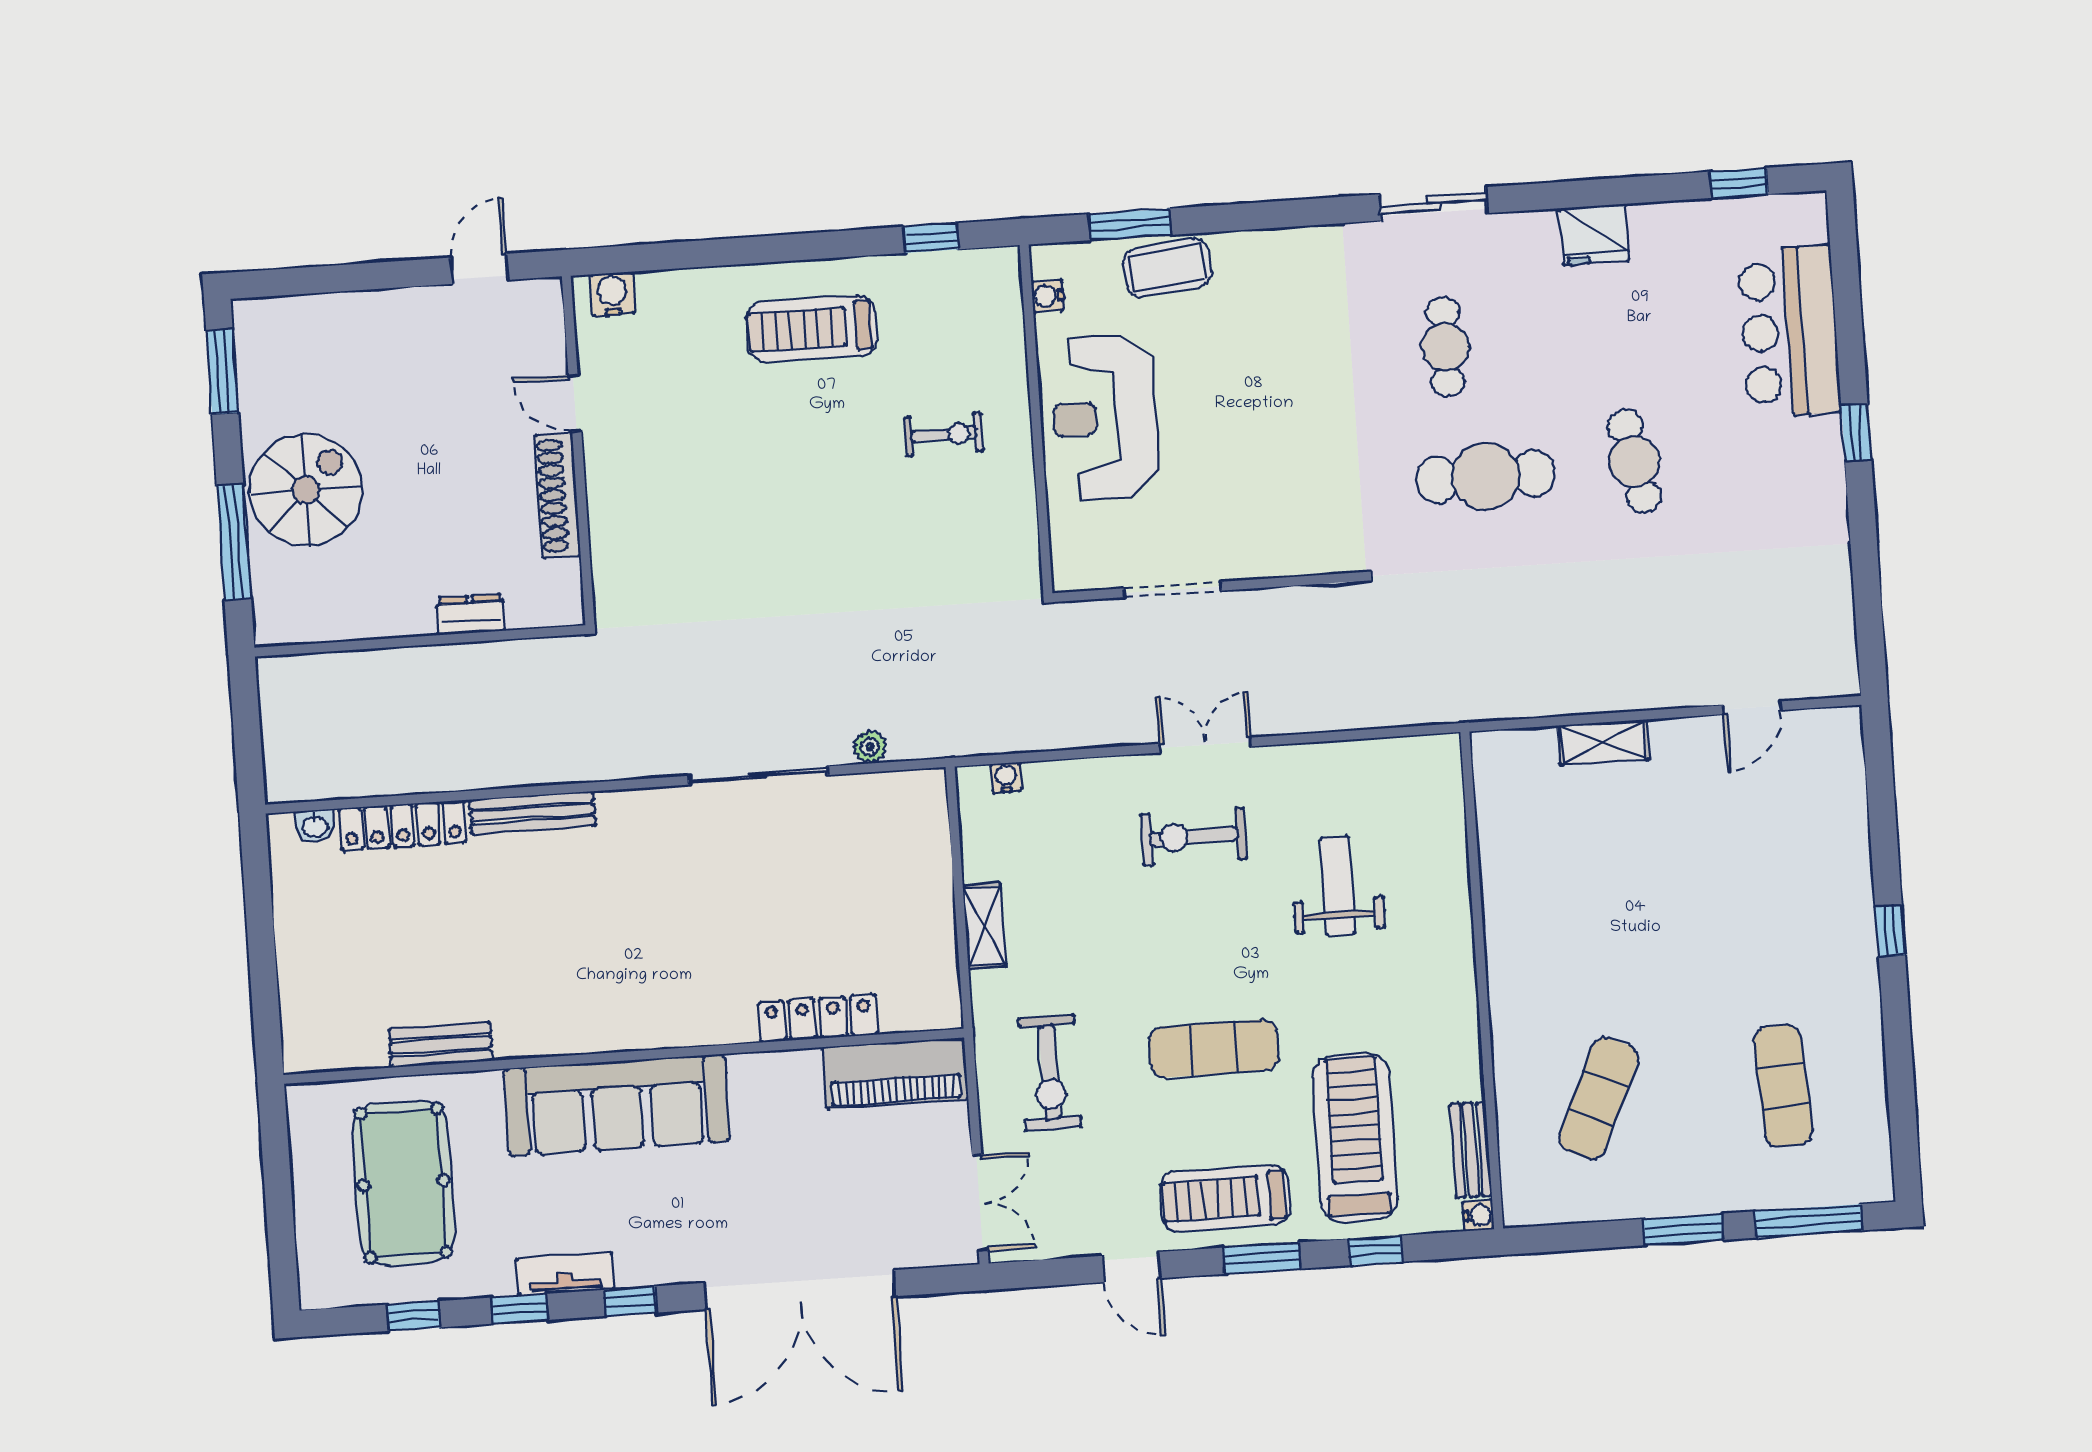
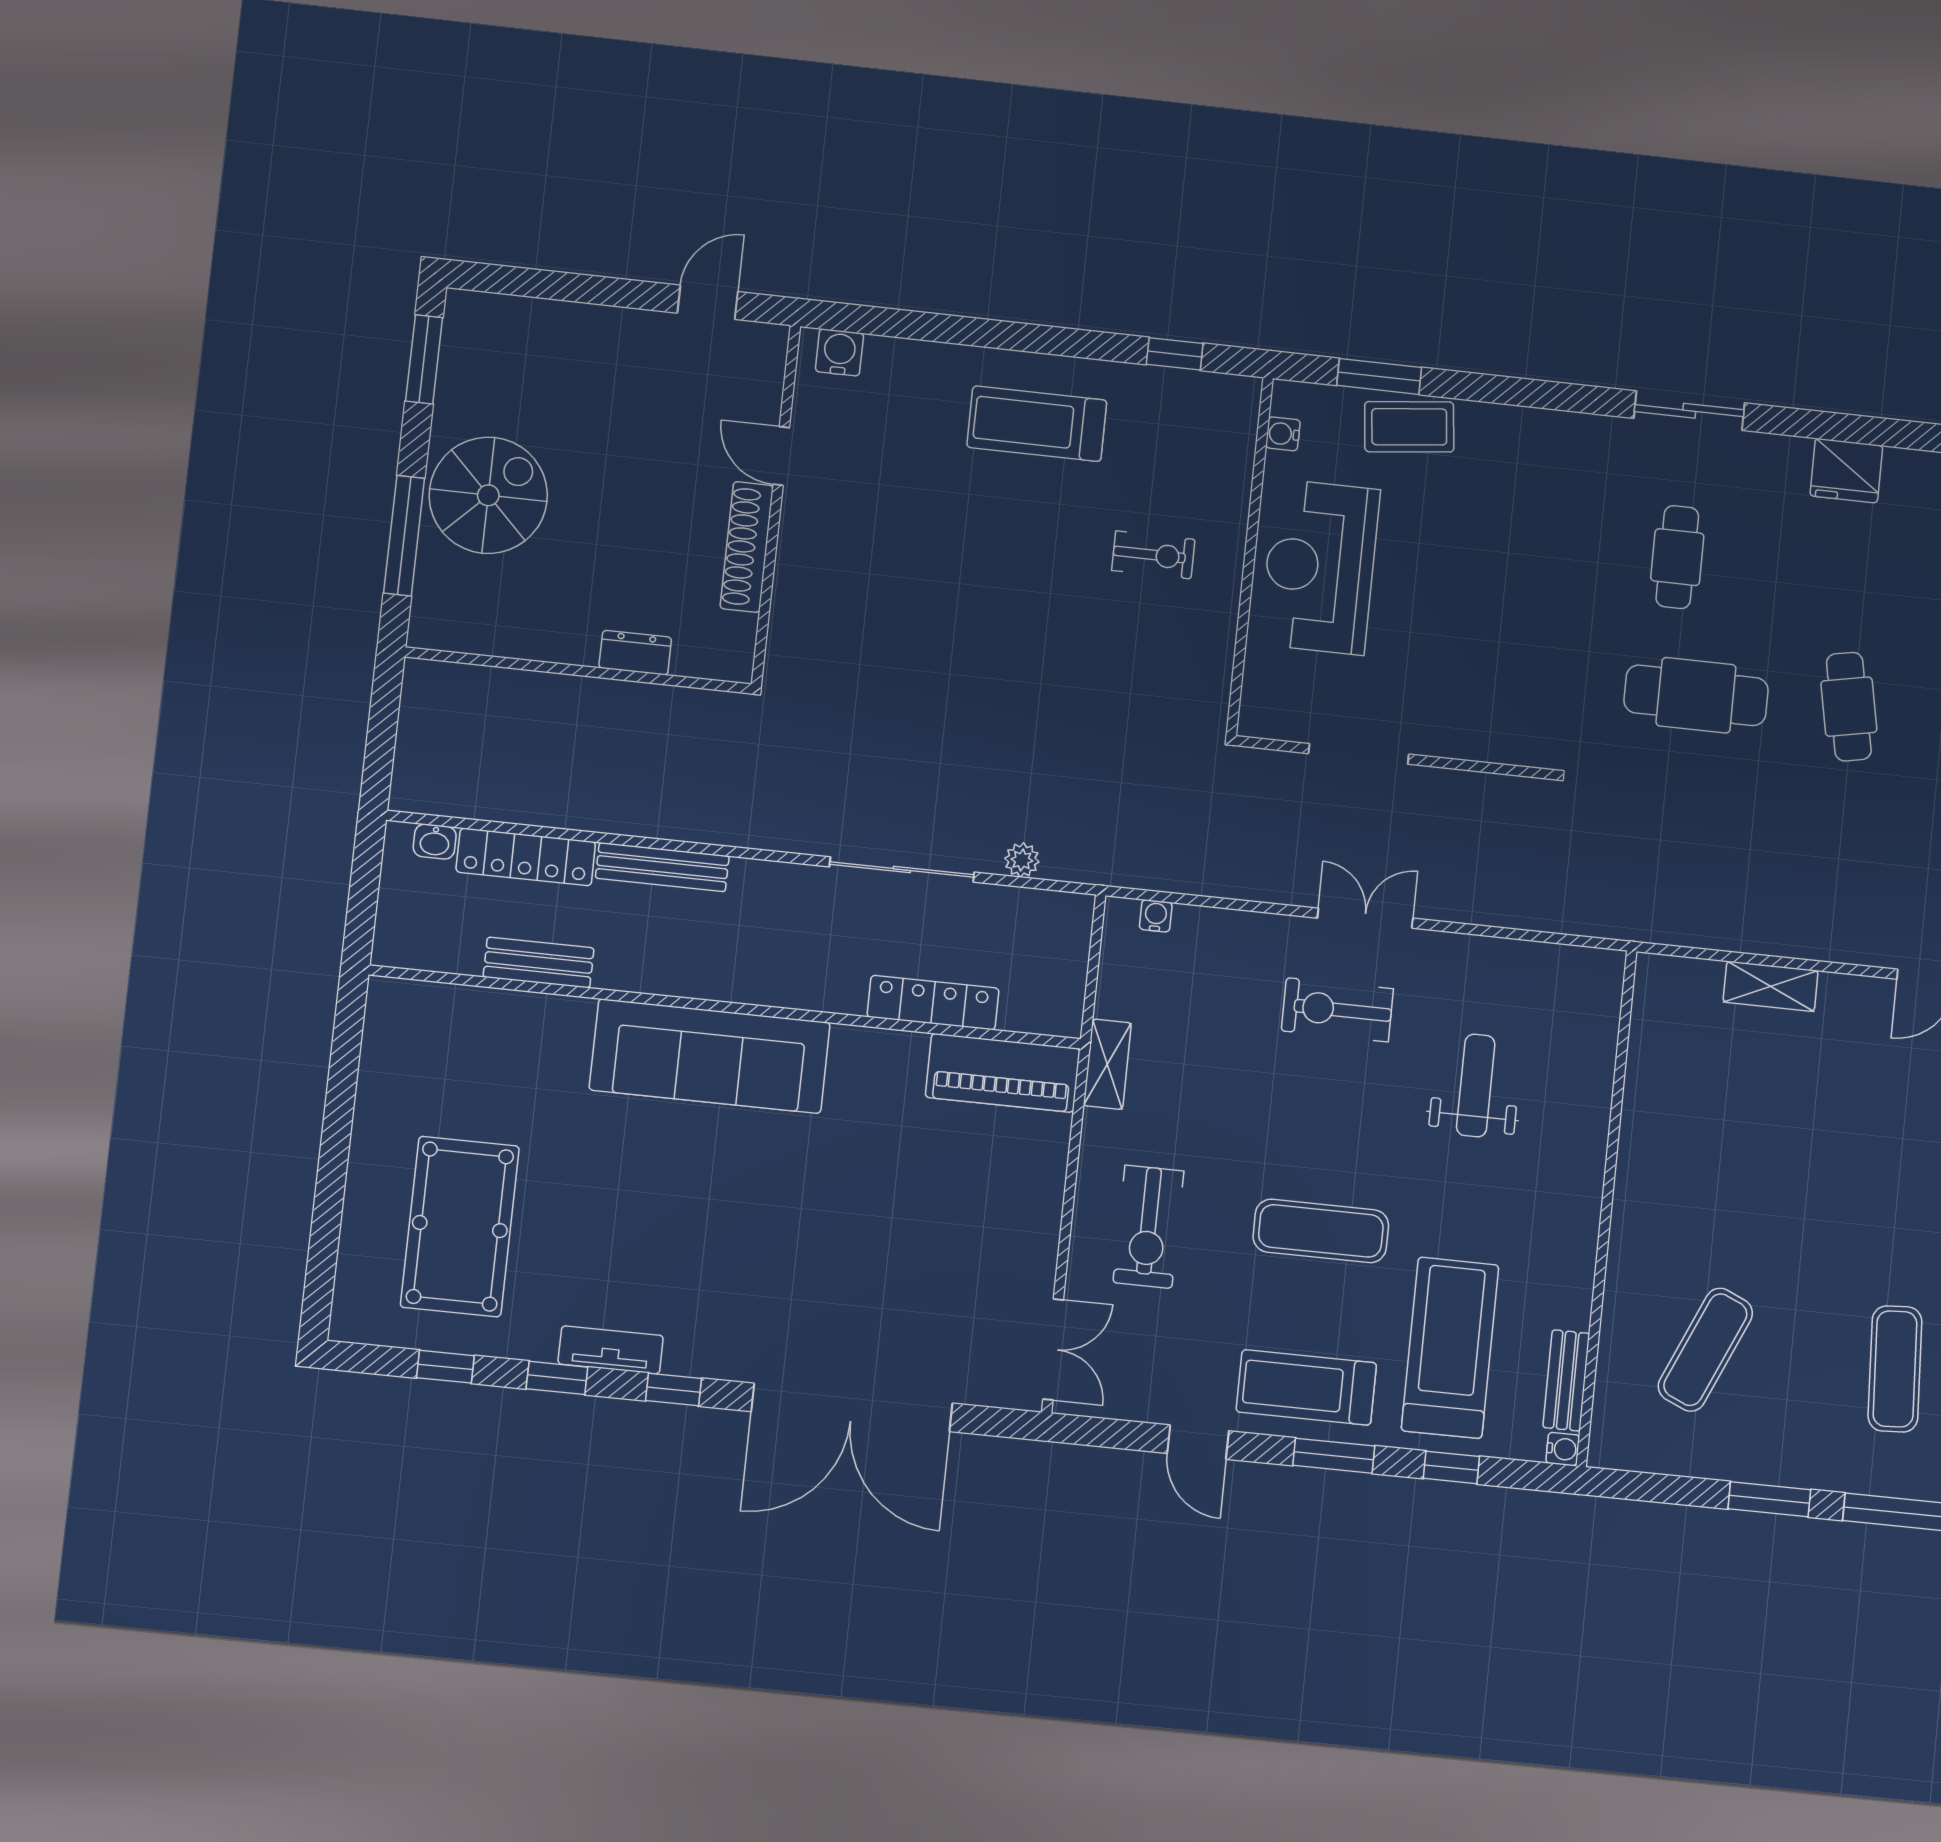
locker: (818, 1018) -> (933, 1003), moved
bench: (441, 1045) -> (539, 963), moved
wall: (624, 1056) -> (726, 1007), moved
piano: (895, 1073) -> (1003, 1073), moved
sofa: (617, 1105) -> (710, 1056), moved

